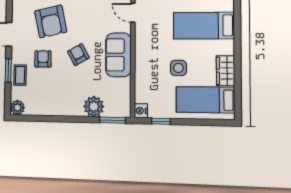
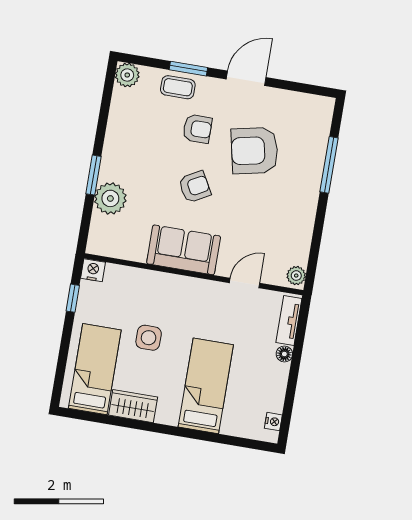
window: (112, 120) -> (94, 175), moved

